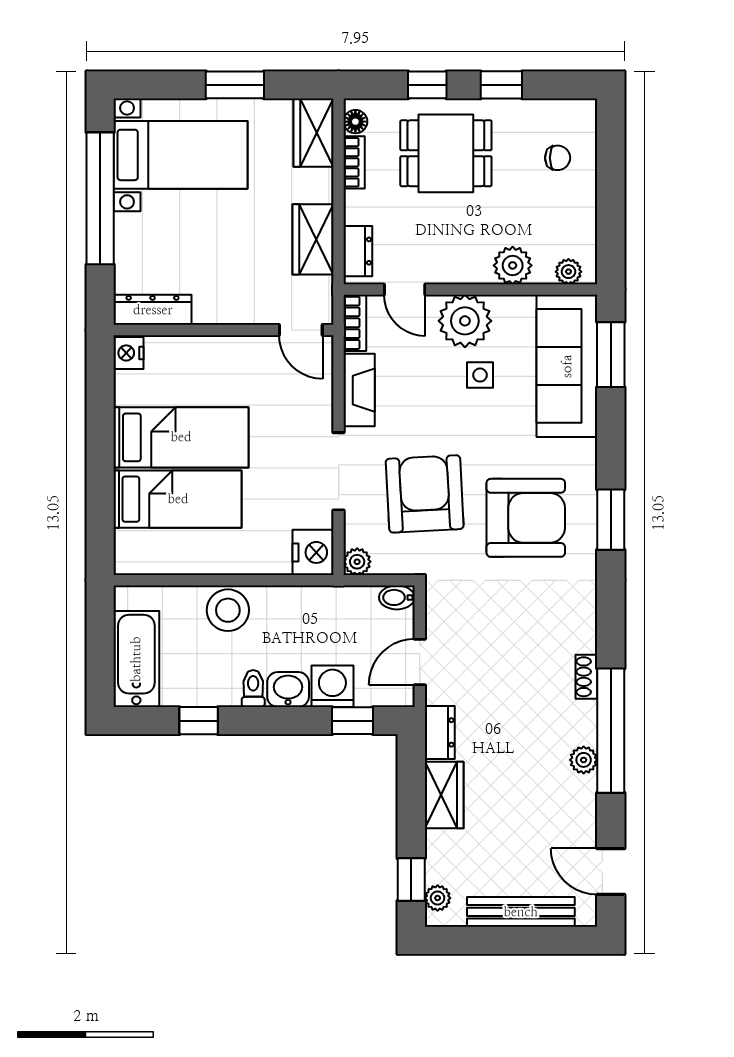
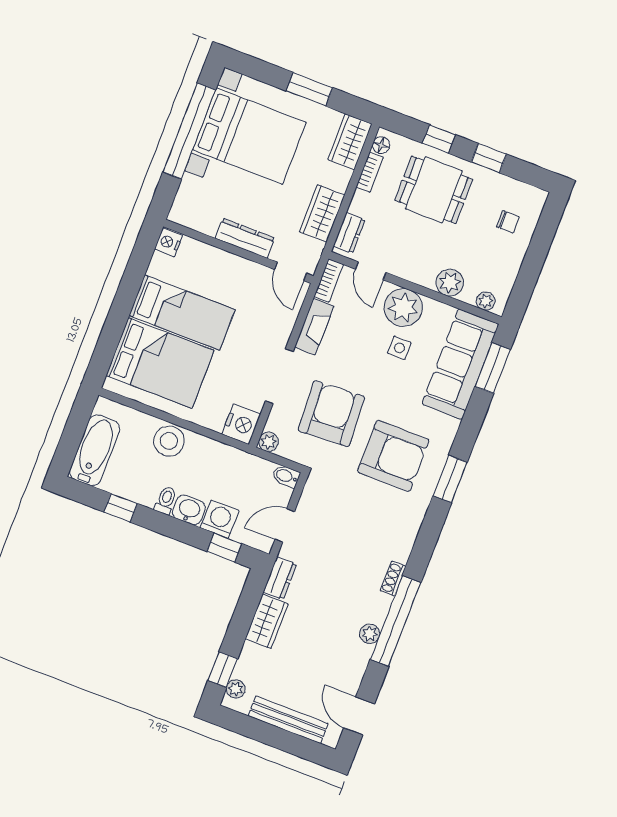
bed with nightstands: (181, 155) -> (249, 136), width x1.36
dresser: (153, 310) -> (245, 238), moved
bed: (178, 499) -> (160, 363), width x1.50

